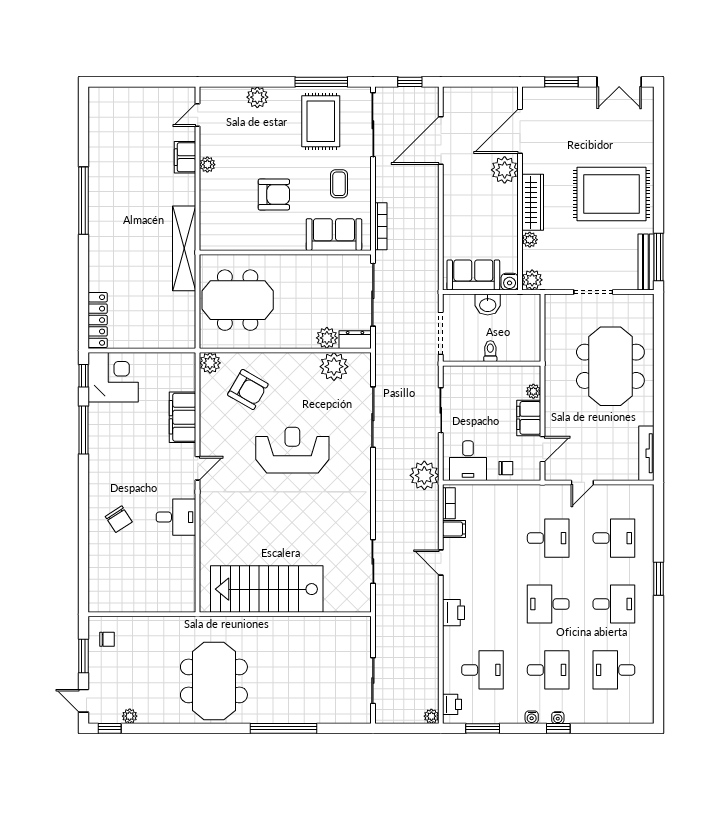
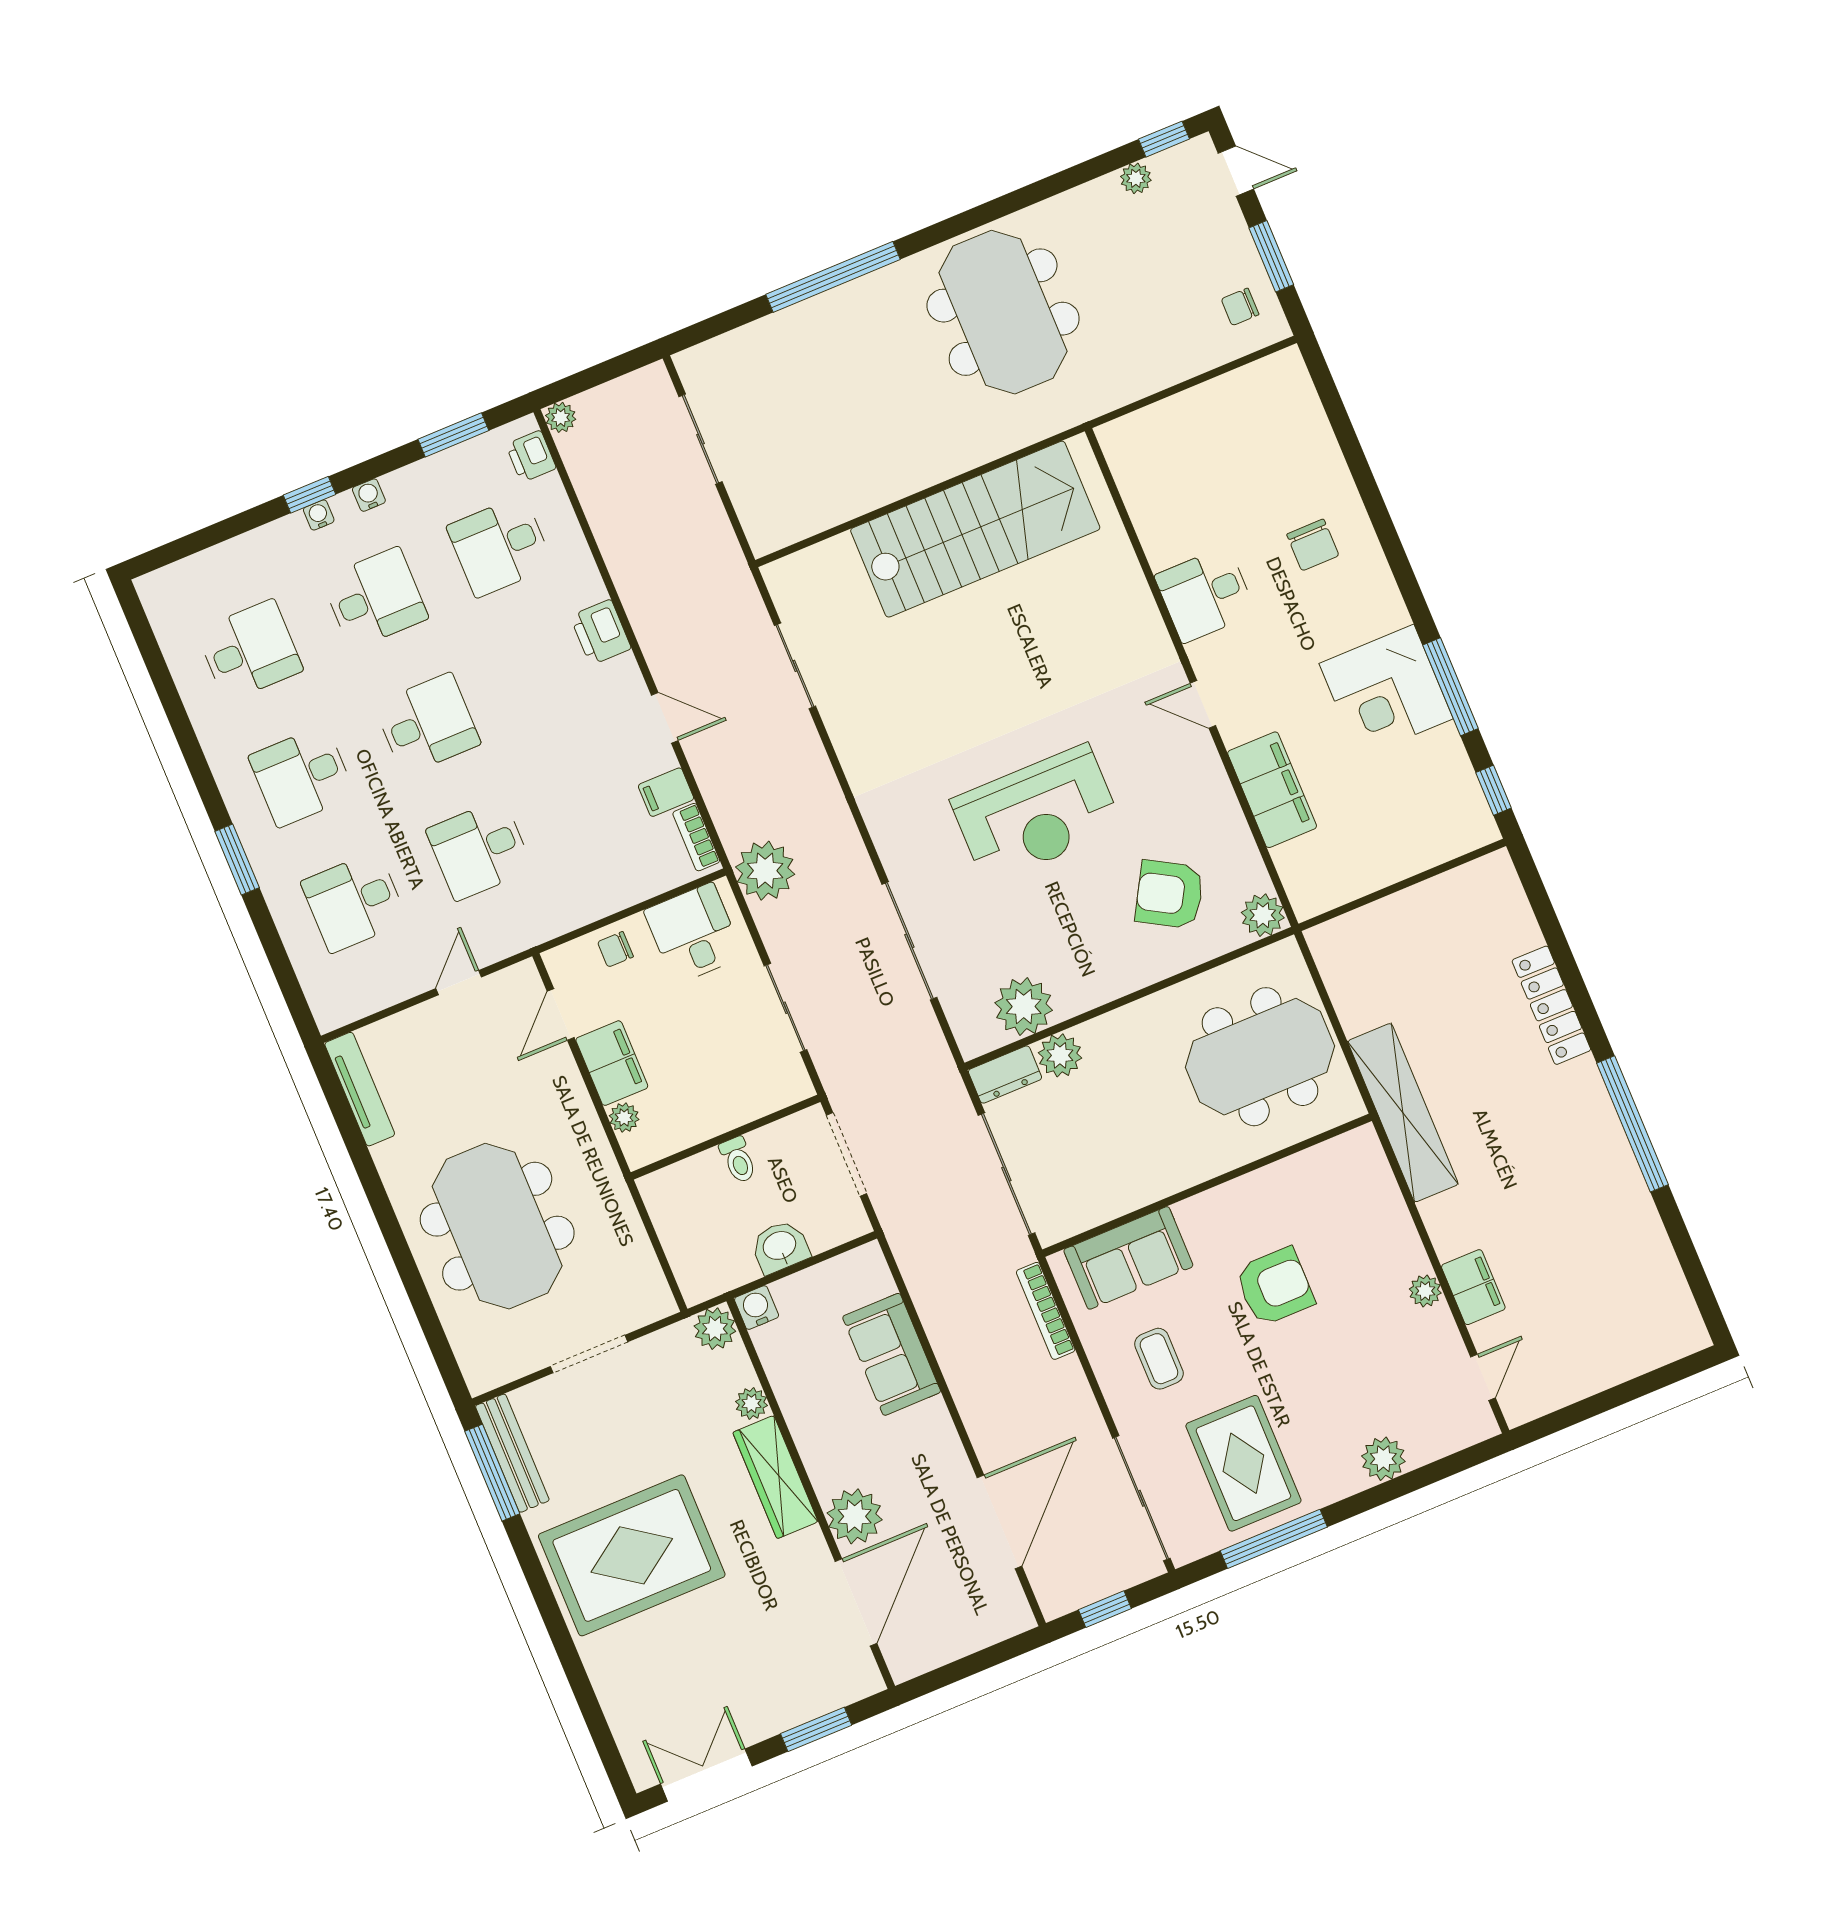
armchair: (274, 195) -> (1275, 1287), turned 180
sofa: (473, 275) -> (892, 1354), moved, turned 90
locker: (98, 320) -> (1551, 1005), moved
corner desk: (113, 377) -> (1386, 691), moved
door: (198, 468) -> (1203, 704), hinge flipped
chair: (119, 519) -> (1313, 545), turned -147
desk: (548, 670) -> (375, 598), turned 180

